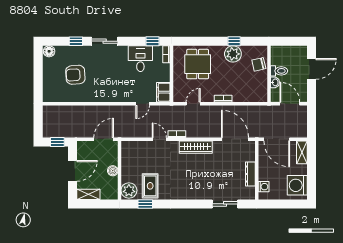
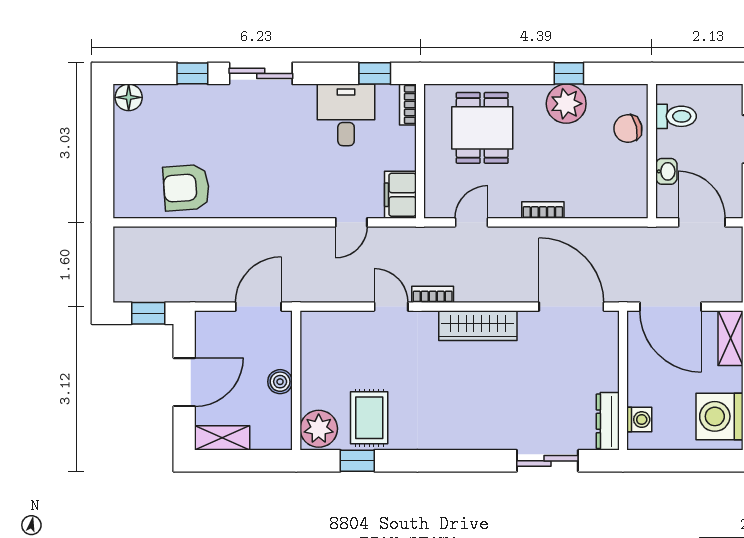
toilet: (279, 71) -> (676, 116), moved
armchair: (75, 75) -> (186, 188), moved
dresser: (250, 174) -> (608, 421), moved

